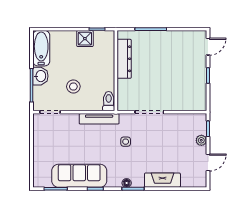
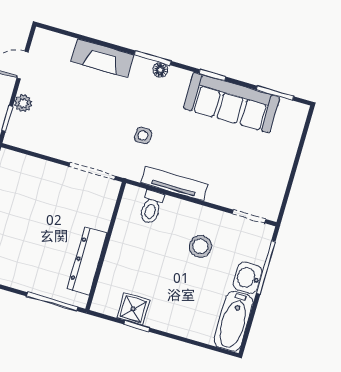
shower: (85, 39) -> (133, 309), moved
dresser: (124, 59) -> (87, 261), moved
wall: (116, 71) -> (106, 246), moved

